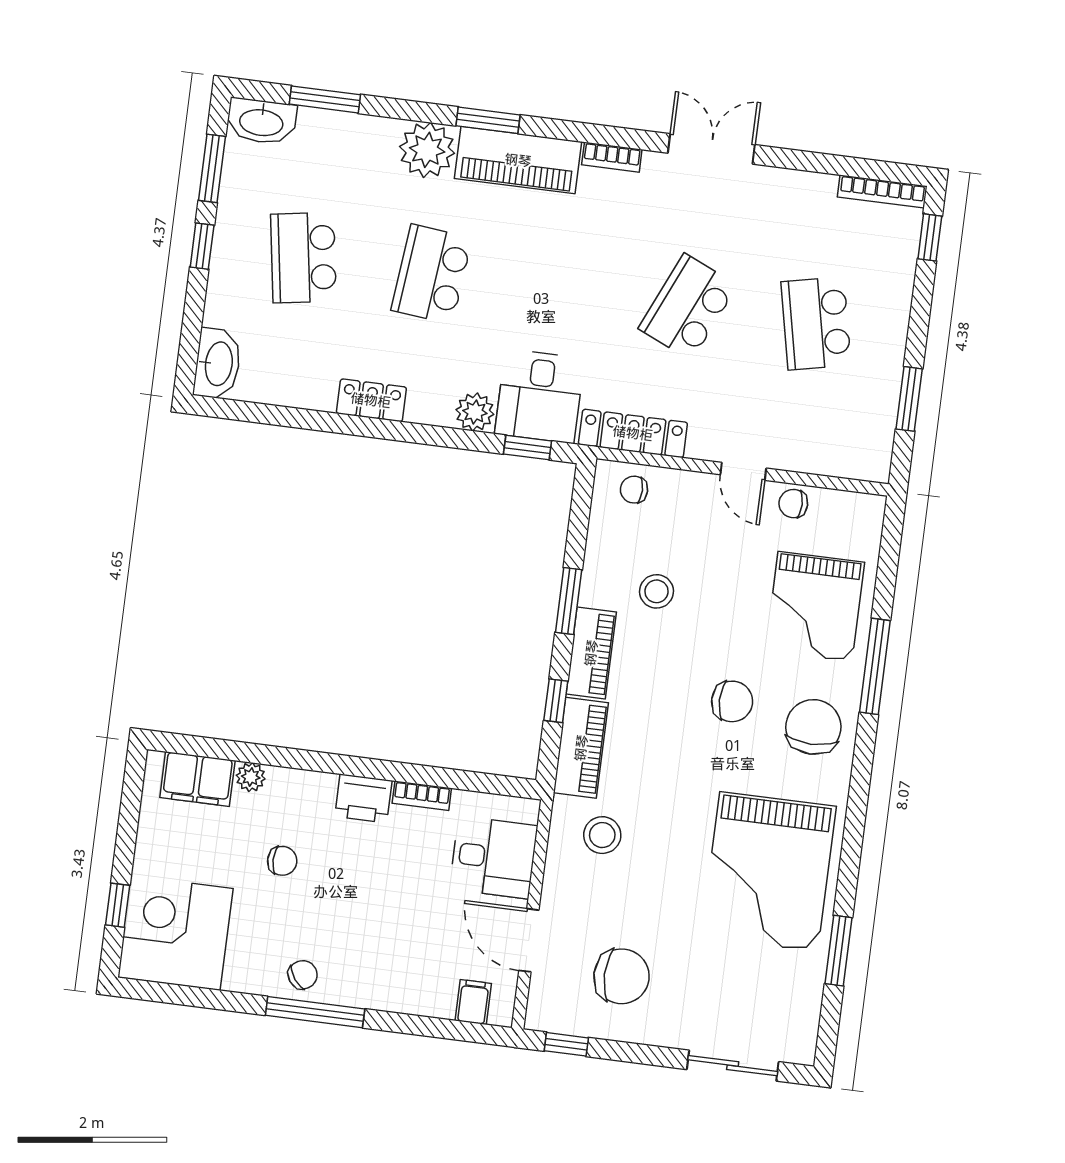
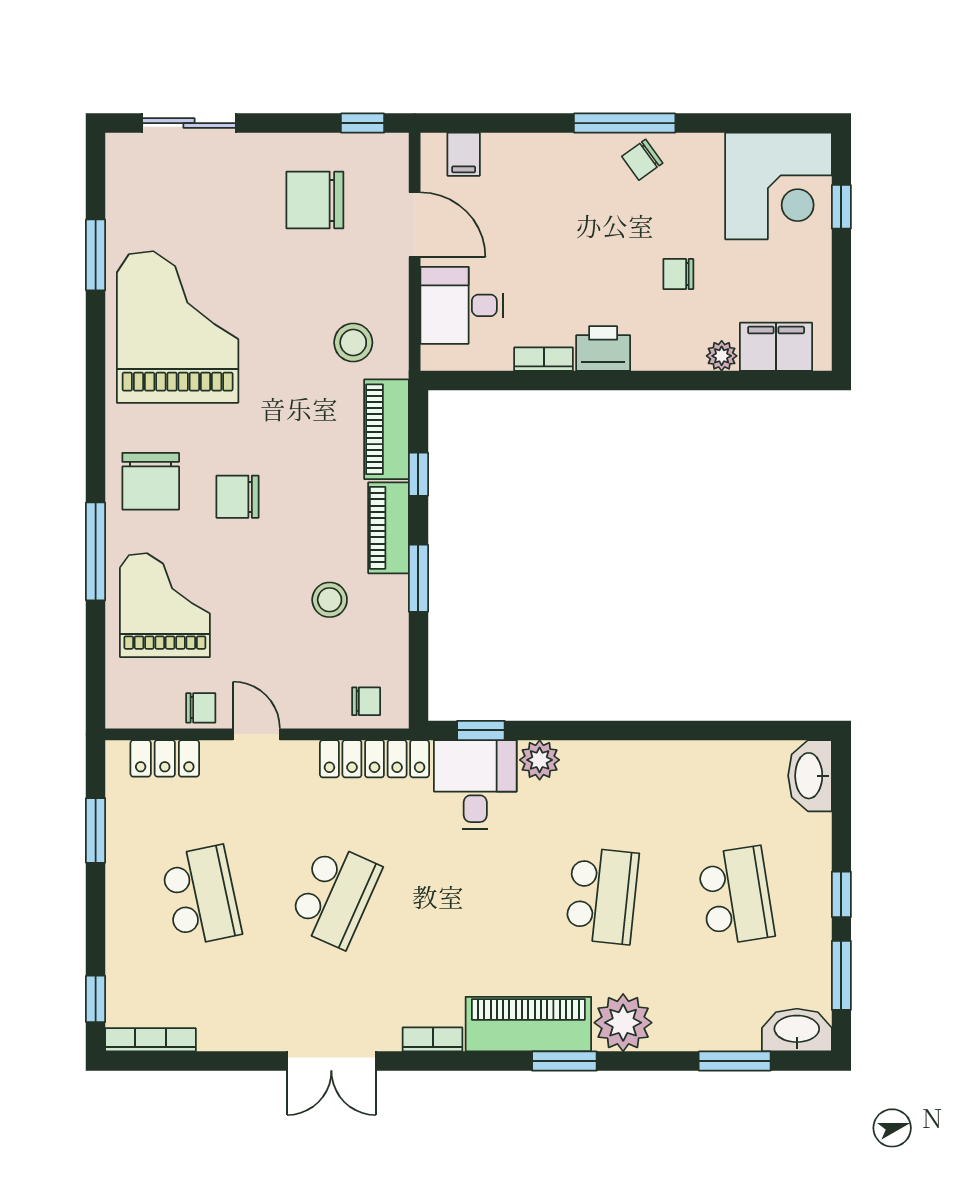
locker: (371, 400) -> (165, 758), moved

